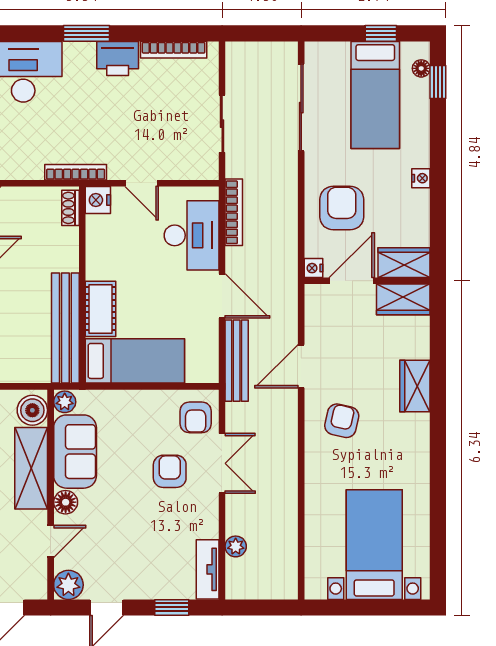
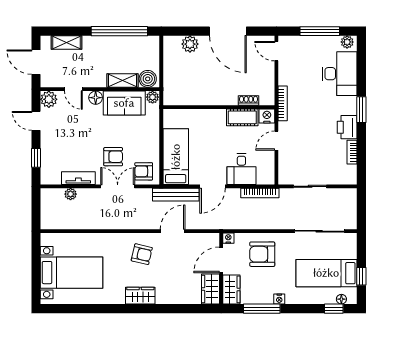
bookcase: (174, 50) -> (352, 152), width x0.64
shoe rack: (70, 208) -> (248, 100), moved
armchair: (342, 208) -> (262, 254), turned 180
window: (438, 209) -> (262, 309), added
desk: (192, 235) -> (241, 169), width x0.73
door: (352, 281) -> (221, 260), swing flipped
cot: (100, 309) -> (242, 117), moved
bench: (65, 328) -> (194, 98), removed
bed: (135, 361) -> (176, 157), moved, turned 180
door: (301, 366) -> (173, 231), hinge flipped
wardrobe: (415, 386) -> (140, 296), moved
double door: (222, 463) -> (118, 186), swing flipped
shelving: (31, 468) -> (123, 80), width x0.67, depth x0.75
tv unit: (208, 569) -> (78, 178), moved

